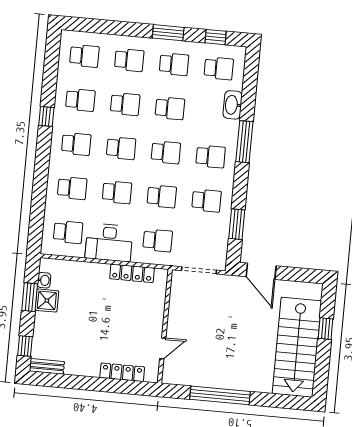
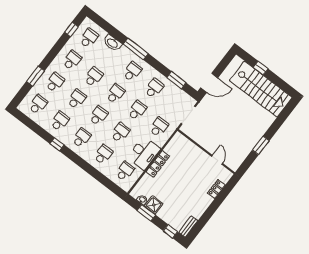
window: (168, 33) -> (36, 76), moved
locker: (132, 273) -> (158, 164), moved
locker: (122, 372) -> (216, 189), width x0.66
window: (220, 395) -> (261, 145), width x0.47

